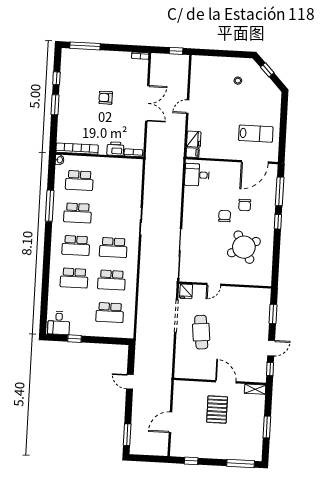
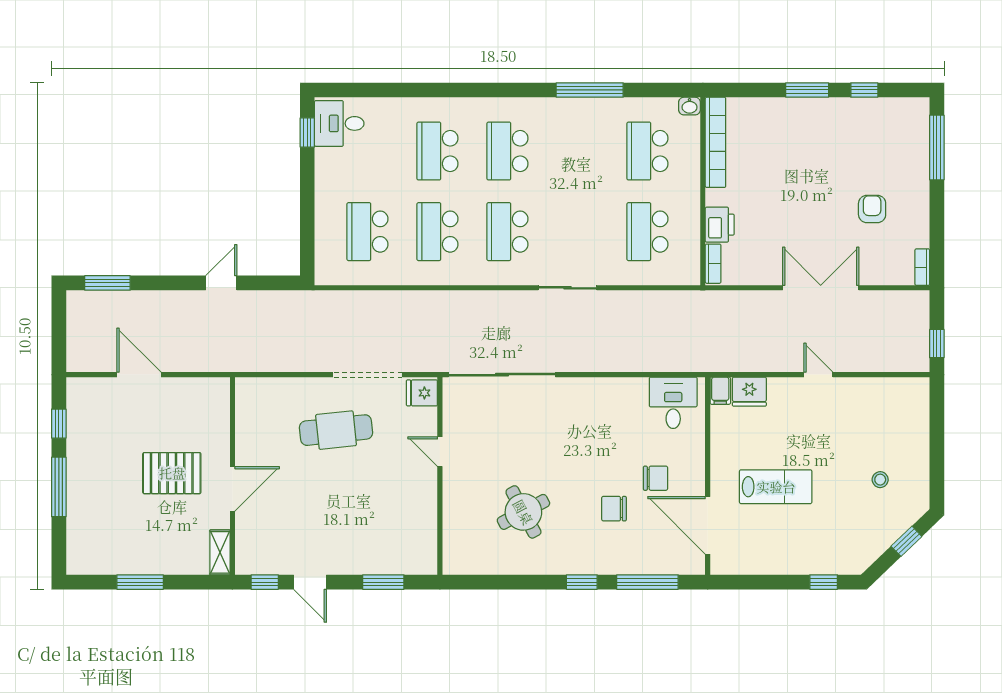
armchair: (106, 98) -> (872, 209), moved
double door: (147, 103) -> (821, 288), swing flipped
window: (284, 109) -> (824, 582), added
lab bench: (256, 134) -> (776, 487), moved, turned -90
school desk: (78, 213) -> (647, 232), moved
chair: (225, 216) -> (655, 478), moved
round table: (244, 247) -> (523, 512), width x0.73, depth x0.73
window: (75, 339) -> (307, 132), moved
window: (241, 463) -> (59, 487), moved

